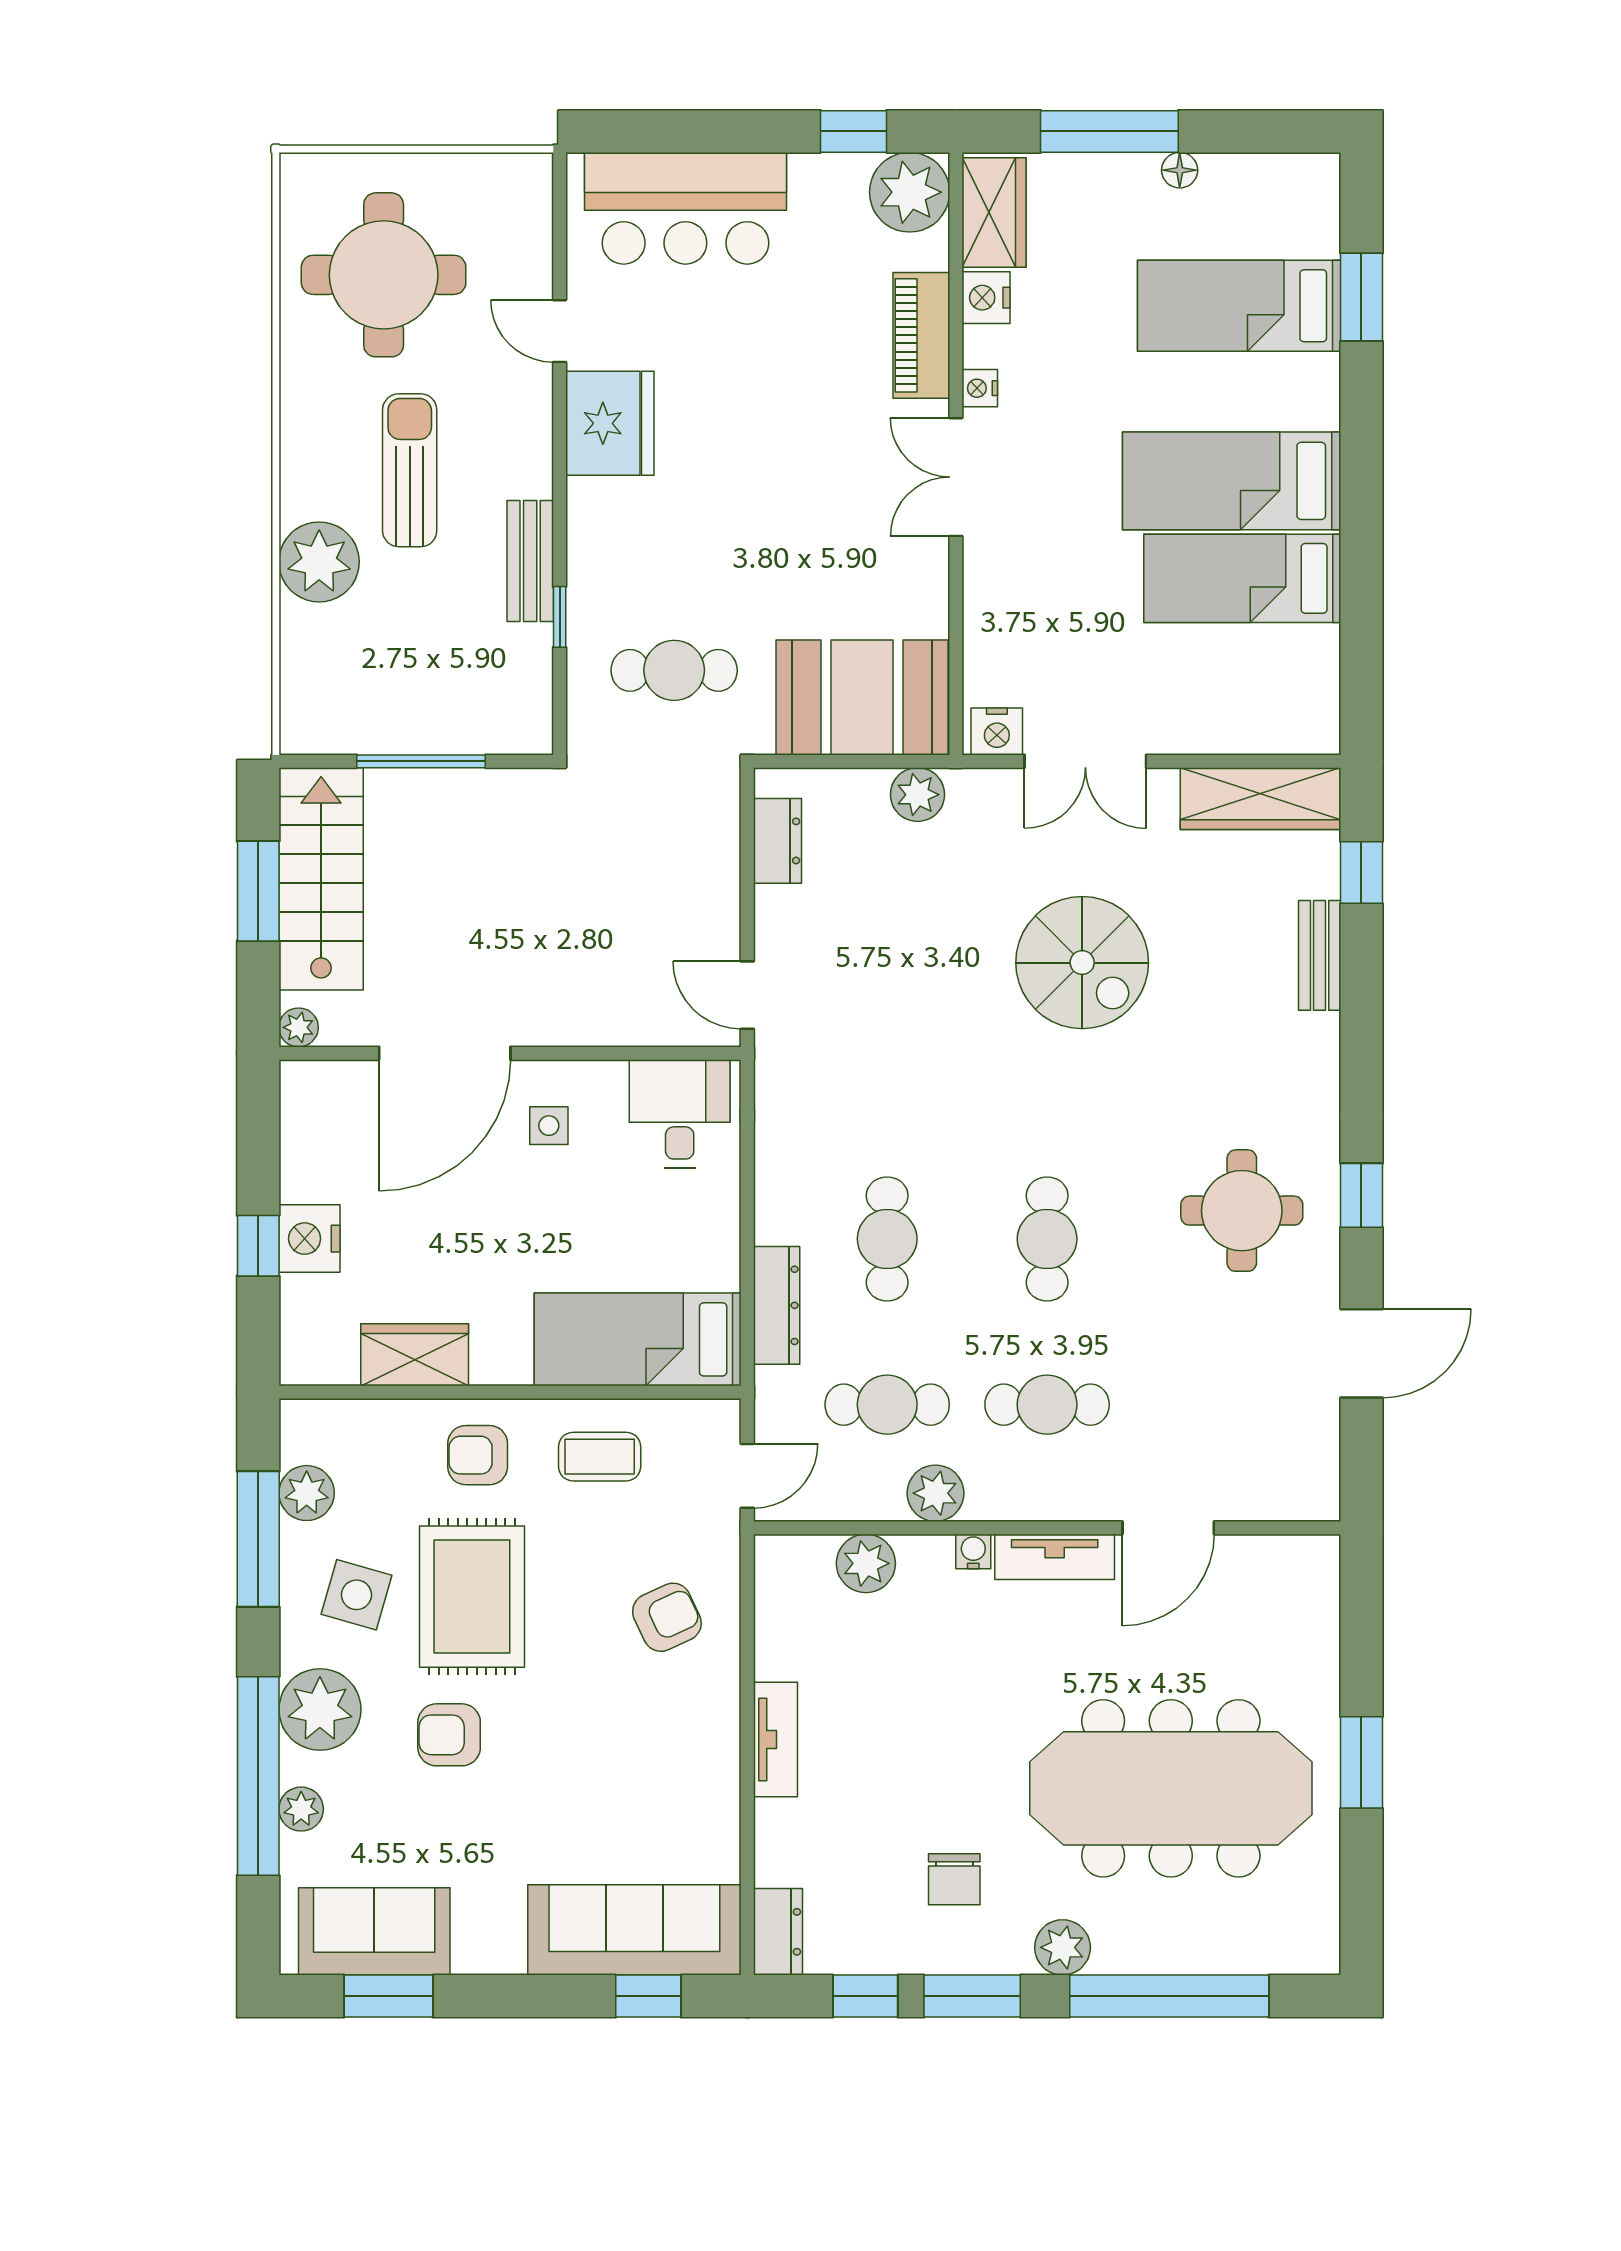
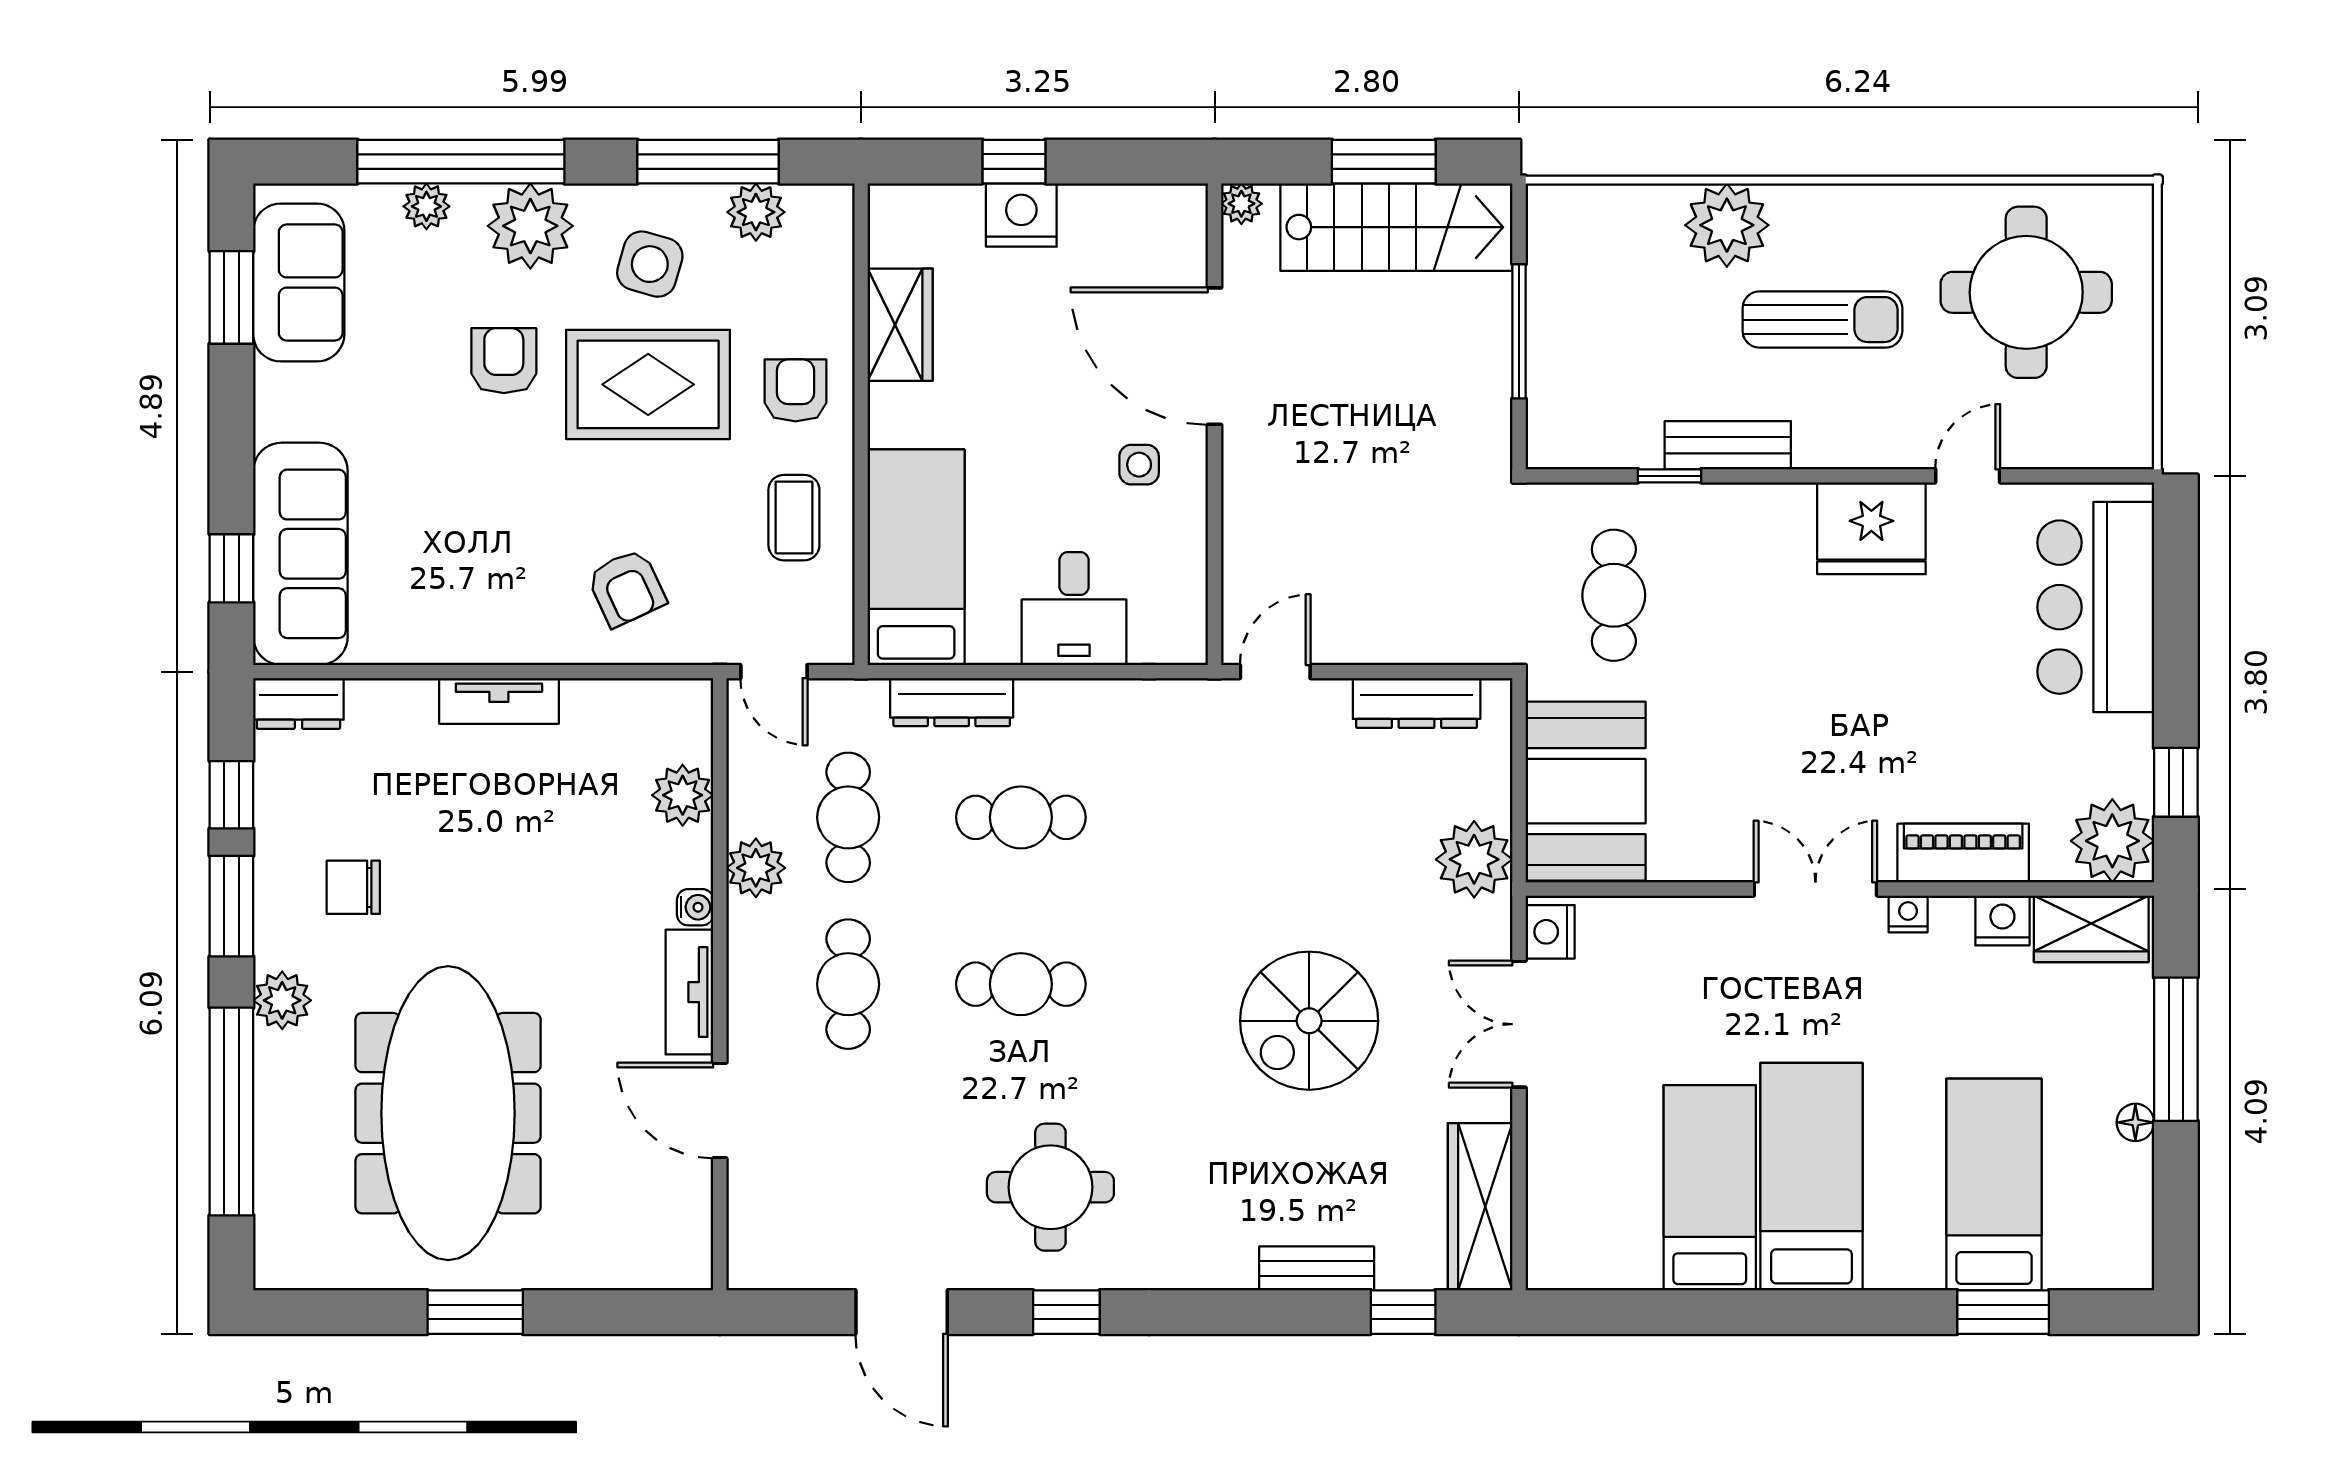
plant: (918, 795) -> (1474, 859), width x1.36, depth x1.36
dresser: (777, 841) -> (1417, 703), width x1.44
desk: (680, 1114) -> (1074, 609), moved, turned 90

